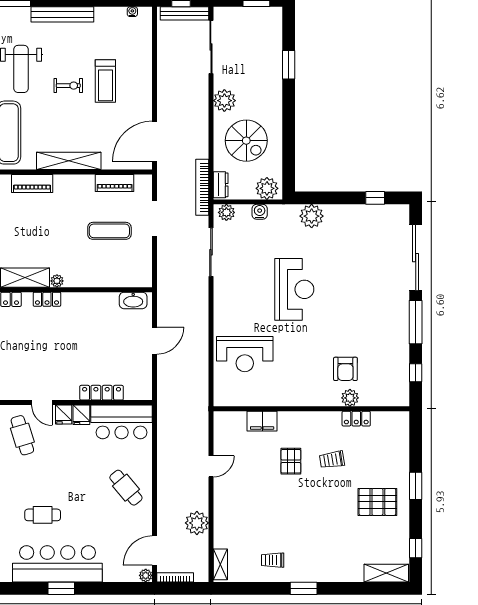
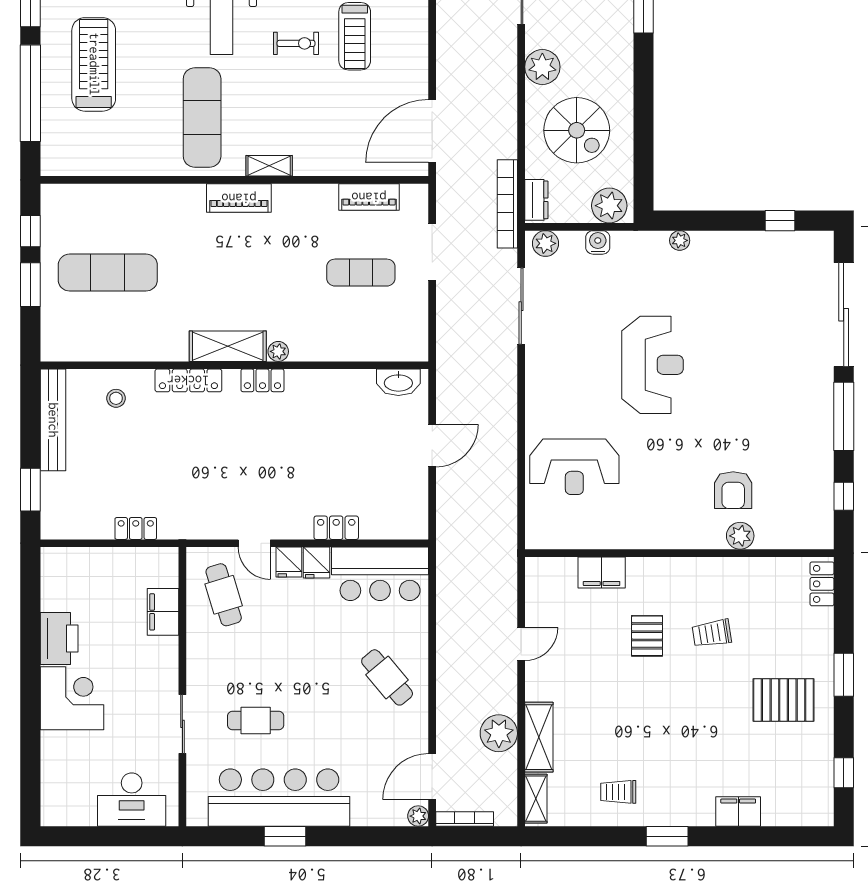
shelving: (69, 161) -> (269, 166), width x0.45, depth x0.75
plant: (312, 216) -> (680, 240), width x0.53, depth x0.53
locker: (102, 393) -> (336, 528), width x0.66
locker: (356, 419) -> (822, 584), moved, turned 90
filing cabinet: (349, 573) -> (738, 811), added
shelving: (386, 573) -> (539, 737), moved, turned 90

